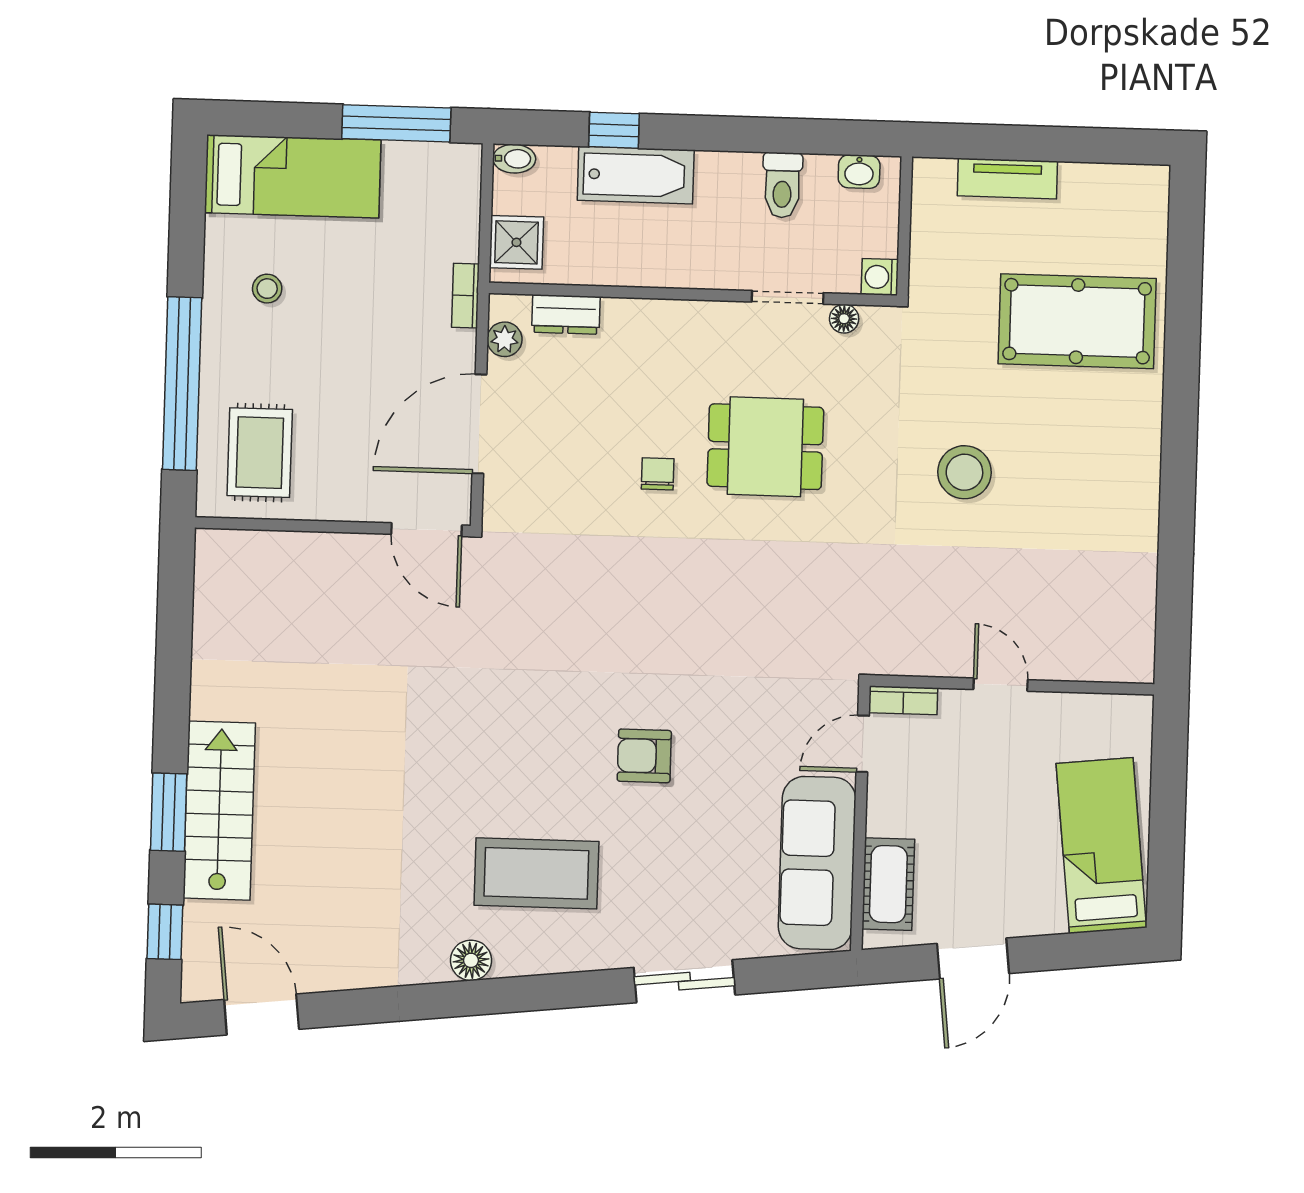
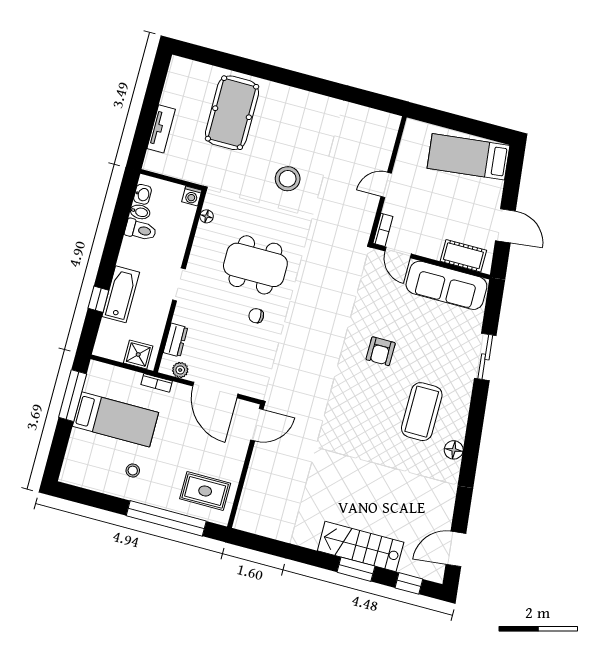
bidet: (514, 159) -> (140, 212), moved, turned 90
bed: (293, 176) -> (116, 419), moved, turned 90
doorway: (788, 297) -> (179, 284), moved
dining table: (765, 447) -> (255, 265), width x1.37

